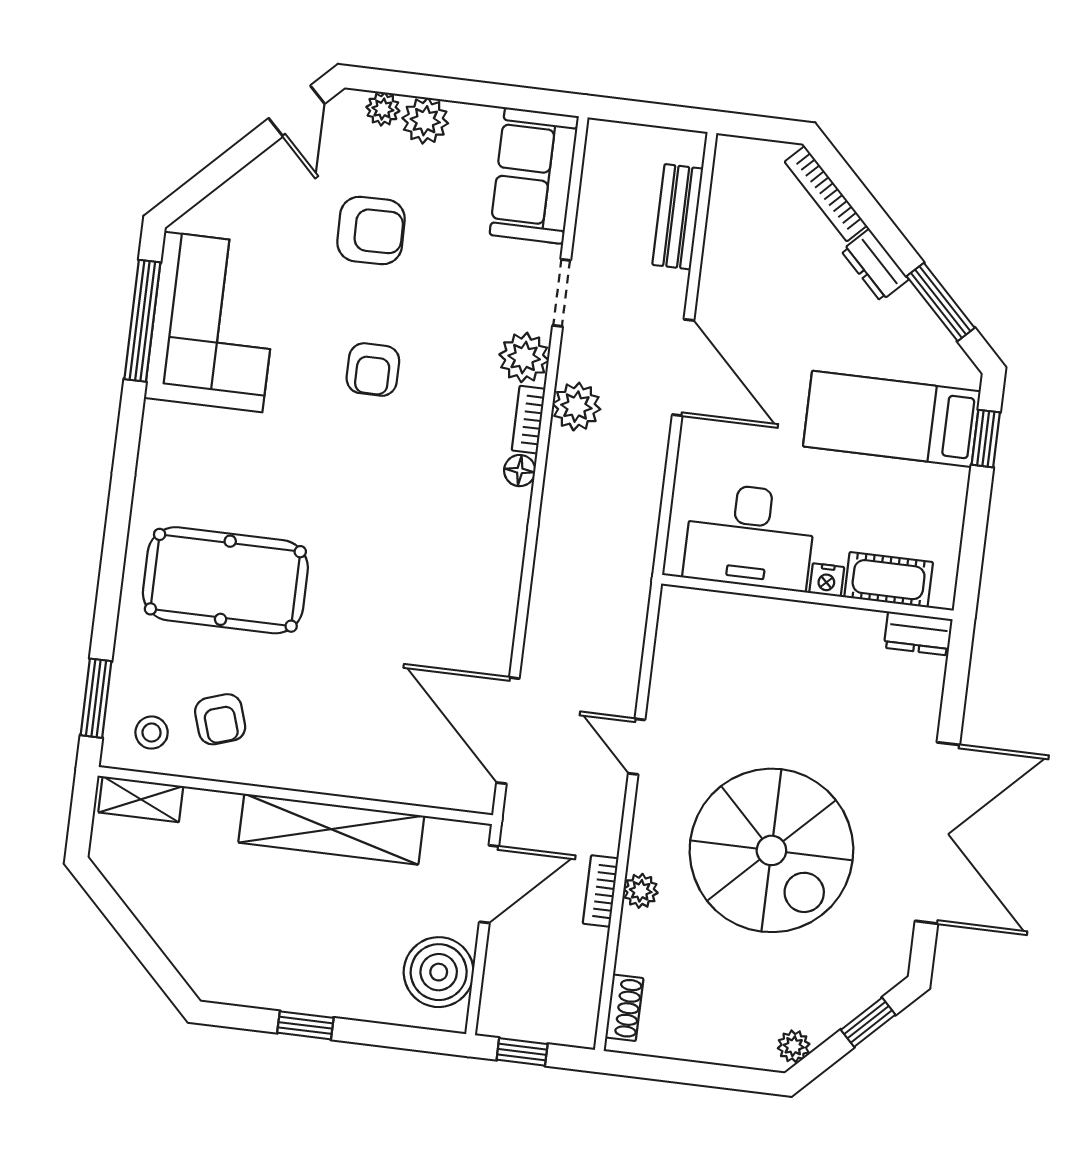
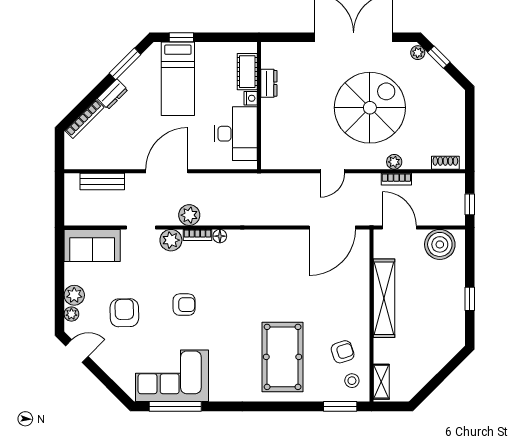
dresser: (918, 633) -> (269, 83), moved
plant: (794, 1046) -> (418, 53), moved

